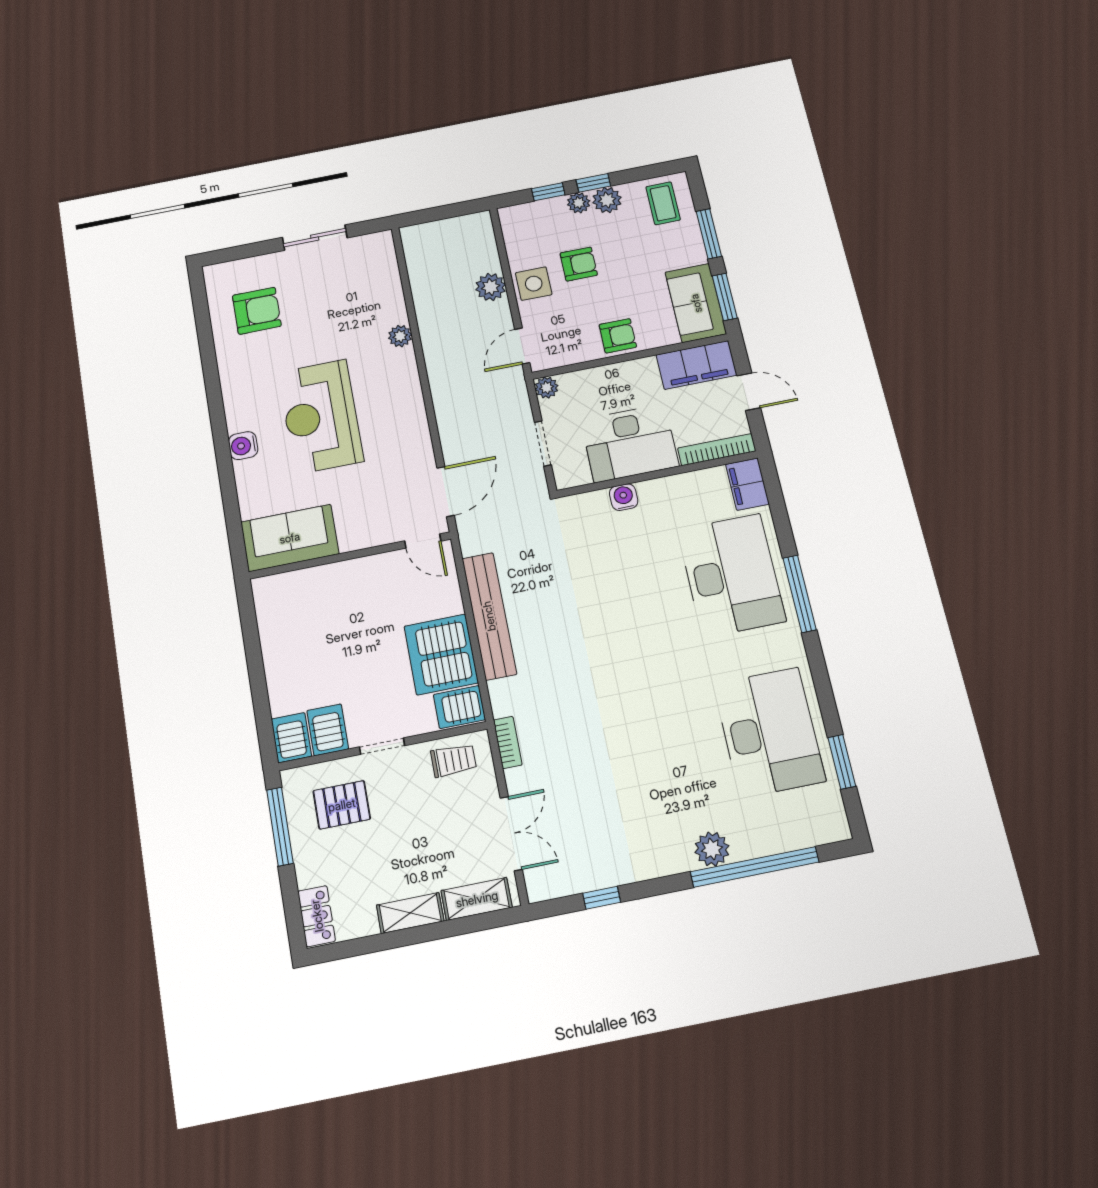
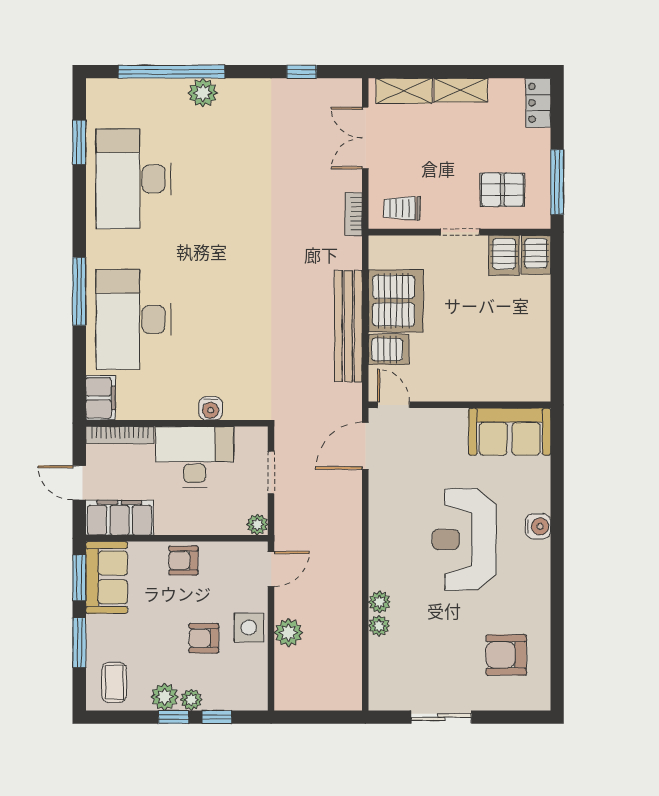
plant: (396, 313) -> (379, 626), added
reception desk: (321, 417) -> (464, 539), turned 180
server rack: (459, 707) -> (389, 349), moved

